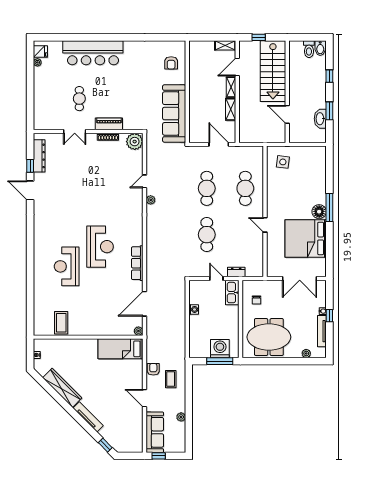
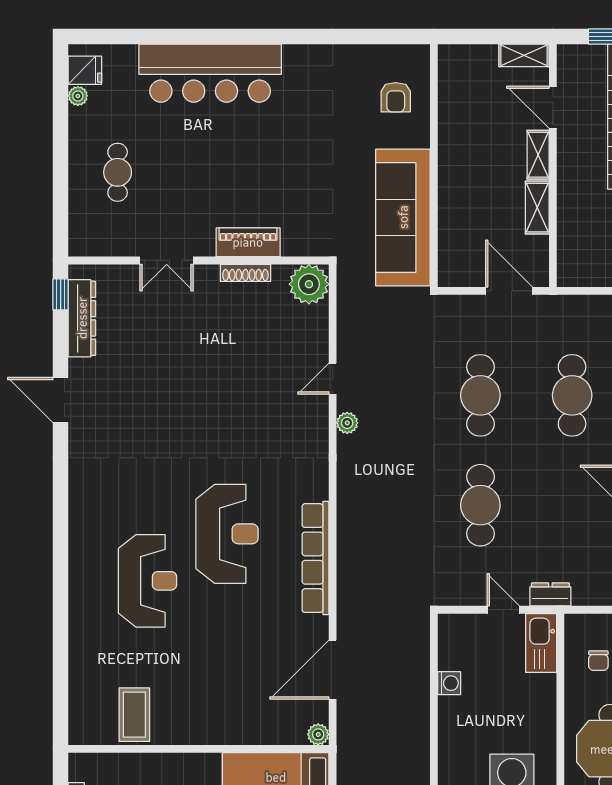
door: (237, 67) -> (553, 107), hinge flipped
cafe table: (79, 99) -> (118, 172), moved
window: (30, 166) -> (61, 294), moved
row of seats: (137, 263) -> (315, 558), width x1.36
reception desk: (67, 266) -> (148, 581), turned 180

